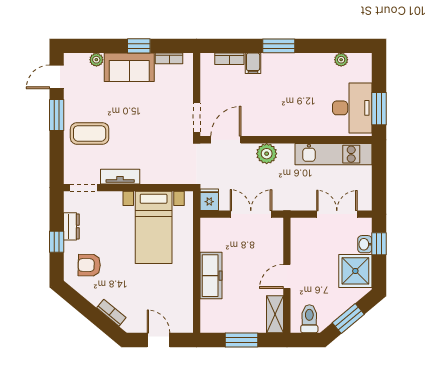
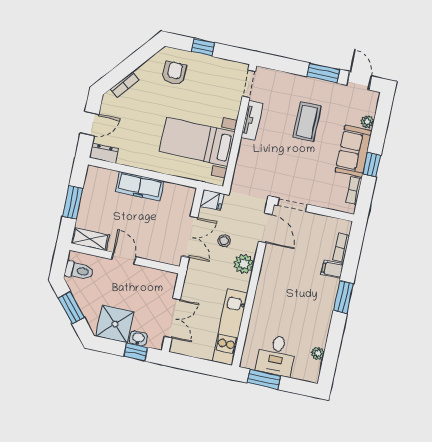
desk: (352, 108) -> (276, 355), width x0.73
coffee table: (90, 133) -> (307, 122), moved
stool: (248, 179) -> (224, 241), added
dresser: (71, 226) -> (104, 153), moved, turned 180

